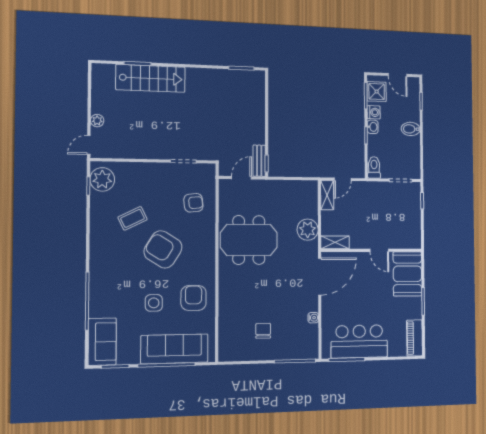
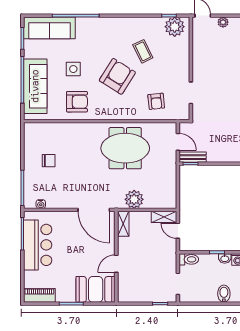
meeting table: (249, 240) -> (125, 148), turned 90
water cooler: (313, 318) -> (41, 204), moved
sofa: (102, 342) -> (49, 28), width x1.36

